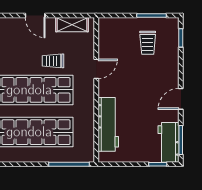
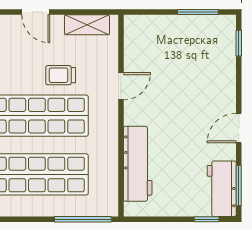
trolley: (148, 43) -> (193, 50), removed

